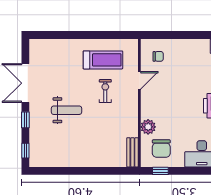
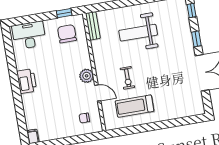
door: (139, 80) -> (98, 93), swing flipped
weight bench: (66, 110) -> (138, 33), moved, width x1.36, depth x1.33
plant: (148, 127) -> (87, 76), moved

